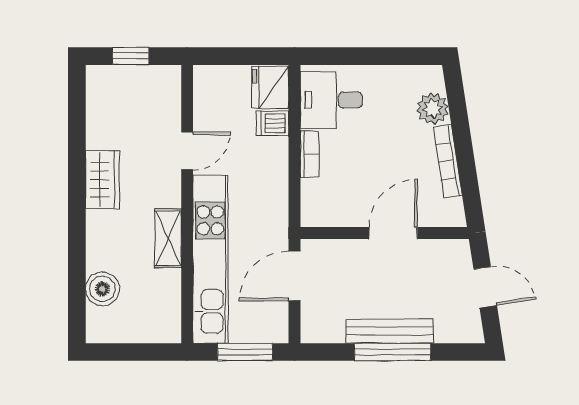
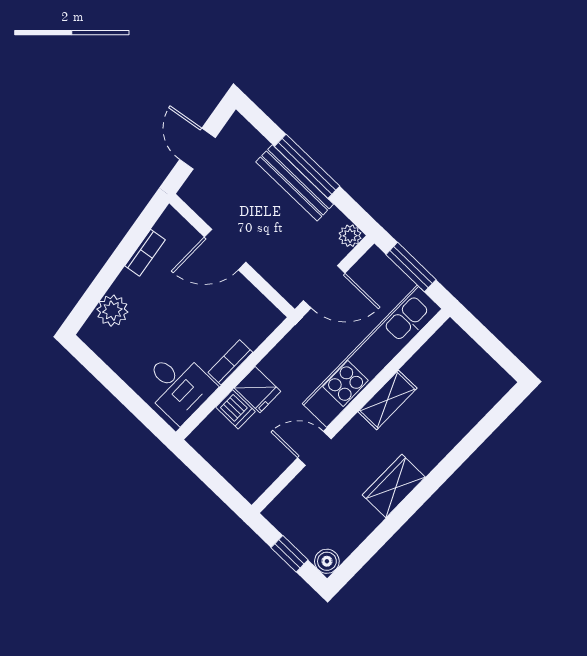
fridge: (270, 87) -> (258, 390), moved, width x0.72
bookcase: (448, 161) -> (145, 253), width x0.64
boiler: (102, 289) -> (327, 561), moved, width x0.73, depth x0.73
plant: (312, 332) -> (350, 236), added

